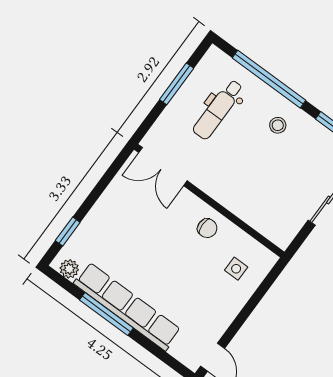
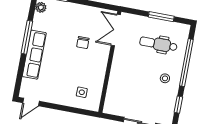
chair: (207, 228) -> (83, 43), moved
row of seats: (127, 307) -> (34, 55), width x0.73

